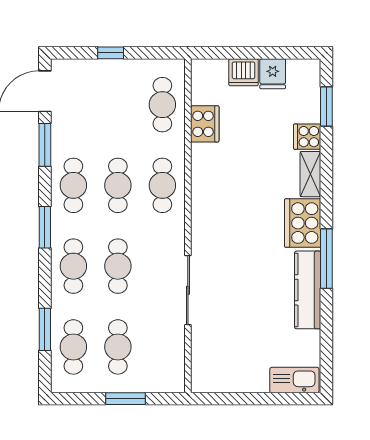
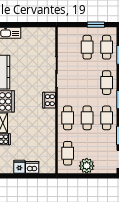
window: (111, 53) -> (90, 176), removed
plant: (119, 76) -> (87, 166), added
cooker: (205, 124) -> (49, 100), moved
cafe table: (118, 266) -> (87, 83), removed
window: (126, 399) -> (96, 25), moved

